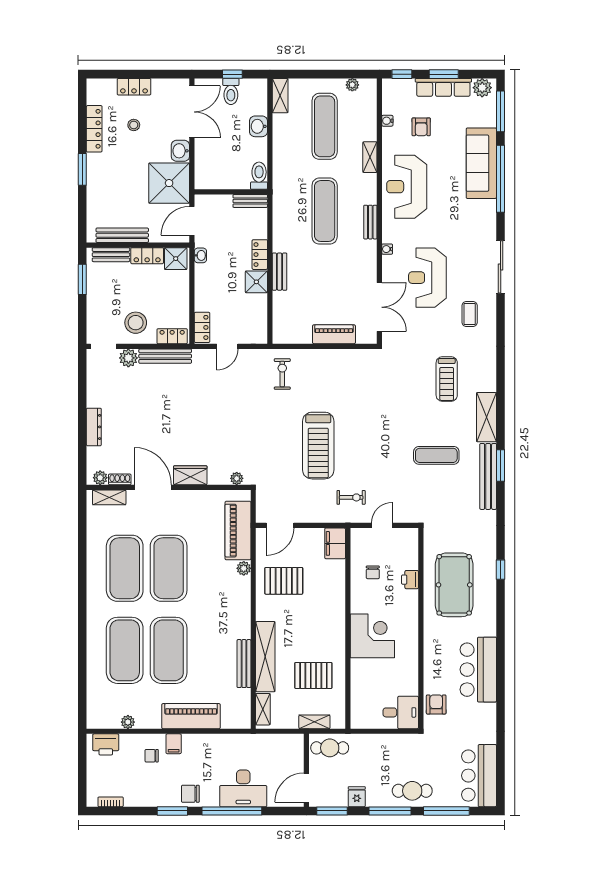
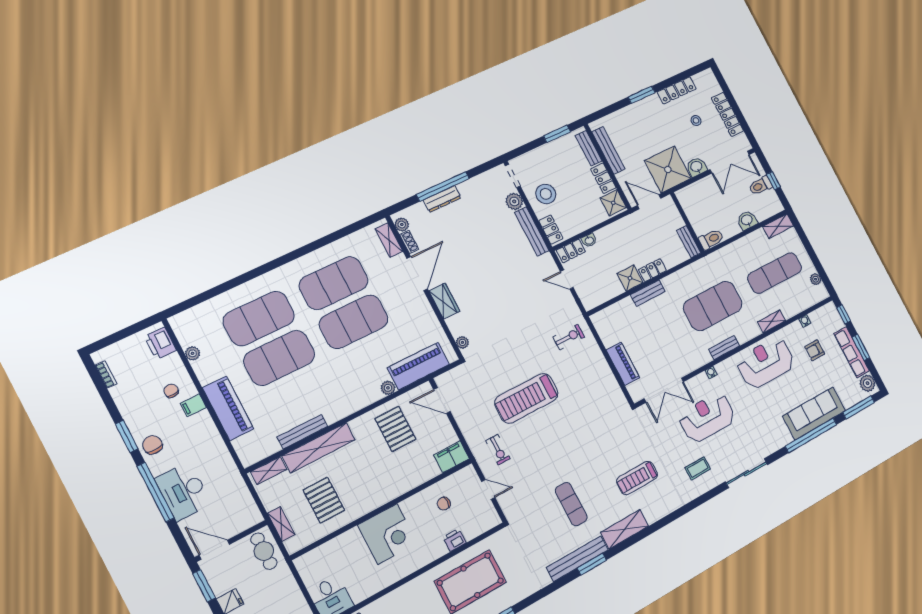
locker: (134, 87) -> (727, 114), width x1.53
exercise mat: (325, 211) -> (713, 306), width x1.47
washbasin: (200, 255) -> (589, 240), moved
window: (82, 420) -> (443, 186), added

